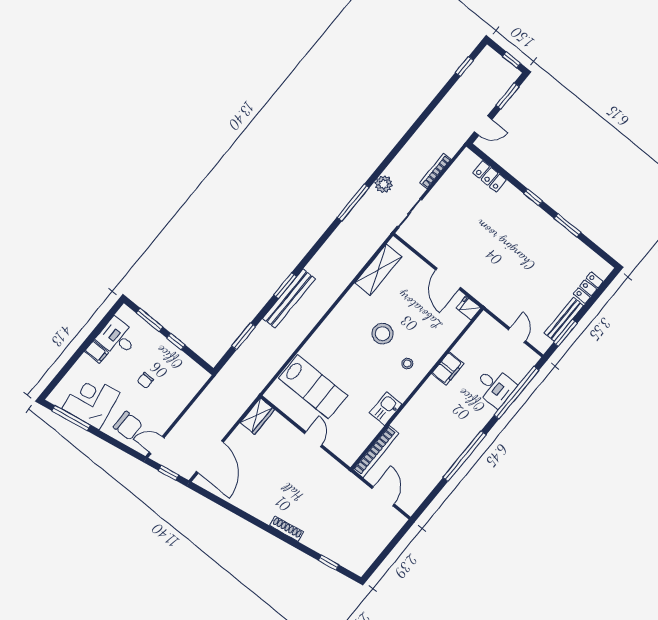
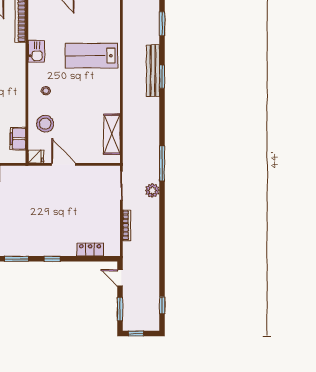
door: (483, 126) -> (120, 278), hinge flipped
stool: (383, 334) -> (45, 124), moved
filing cabinet: (448, 369) -> (18, 139), moved
lab bench: (313, 387) -> (91, 56), moved

